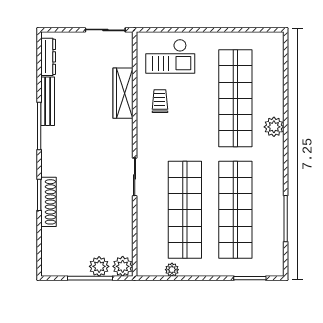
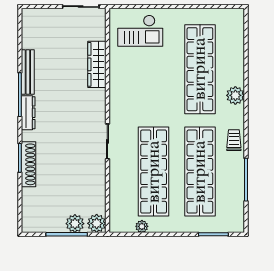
dresser: (48, 57) -> (28, 113), moved
trolley: (160, 101) -> (234, 140), moved

